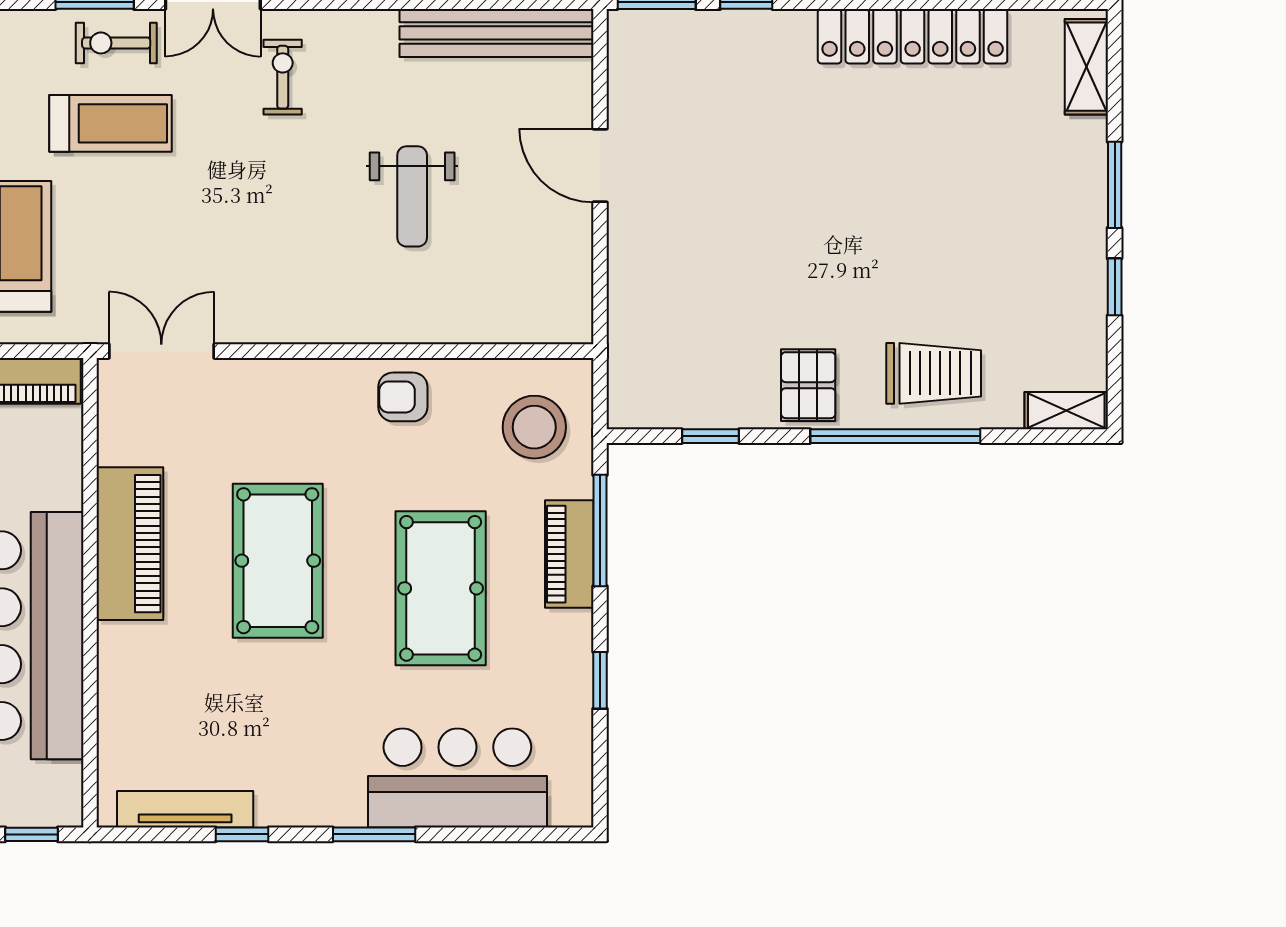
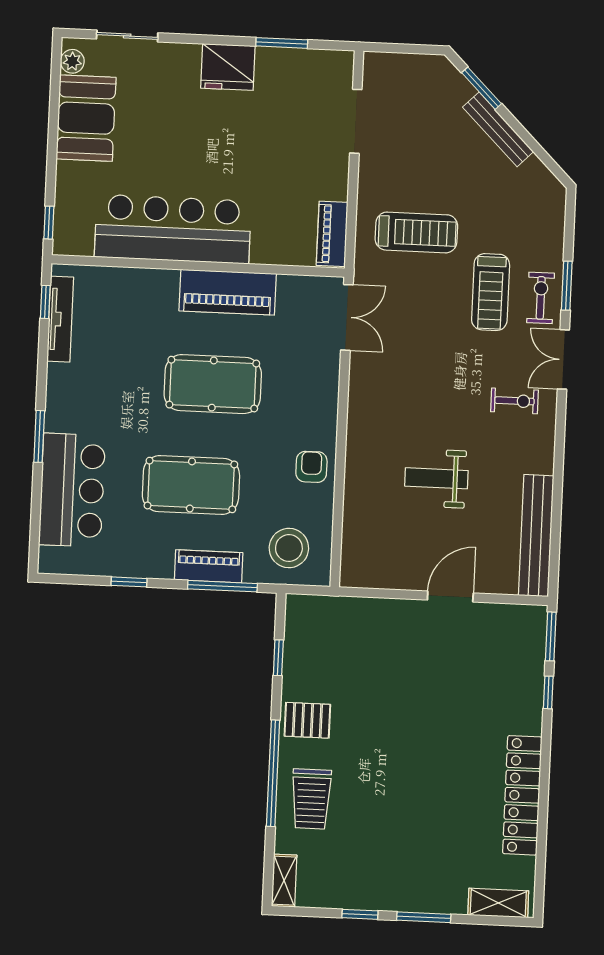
window: (242, 834) -> (45, 302), moved

